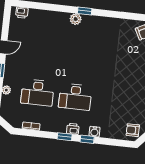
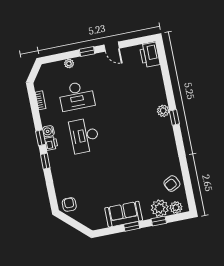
printer: (22, 13) -> (150, 55), width x1.87, depth x1.48
desk: (37, 93) -> (77, 96), turned -90
water cooler: (94, 132) -> (48, 131), moved

